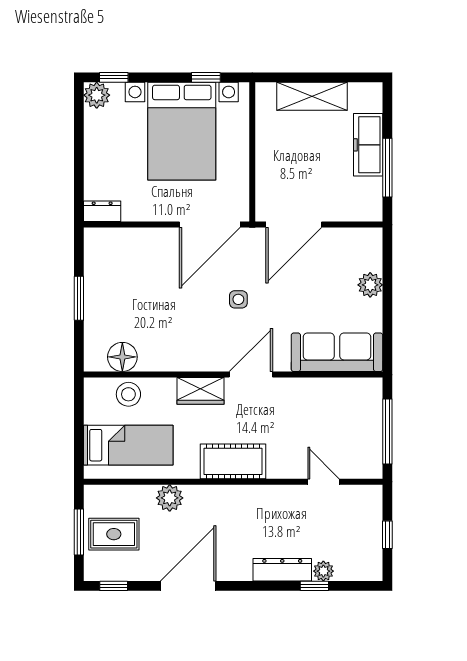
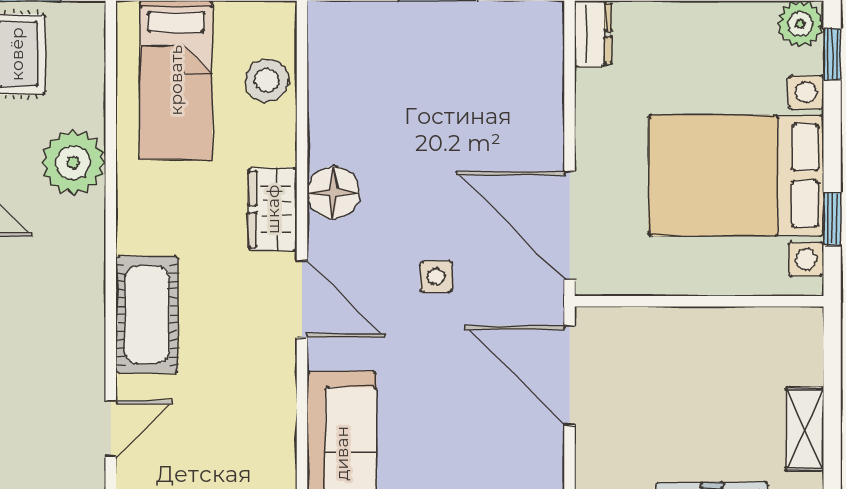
shelving: (312, 96) -> (805, 429), width x0.67, depth x0.75
floor lamp: (122, 357) -> (333, 193), moved
cot: (233, 461) -> (147, 315), moved
plant: (170, 498) -> (73, 163), width x1.36, depth x1.36

